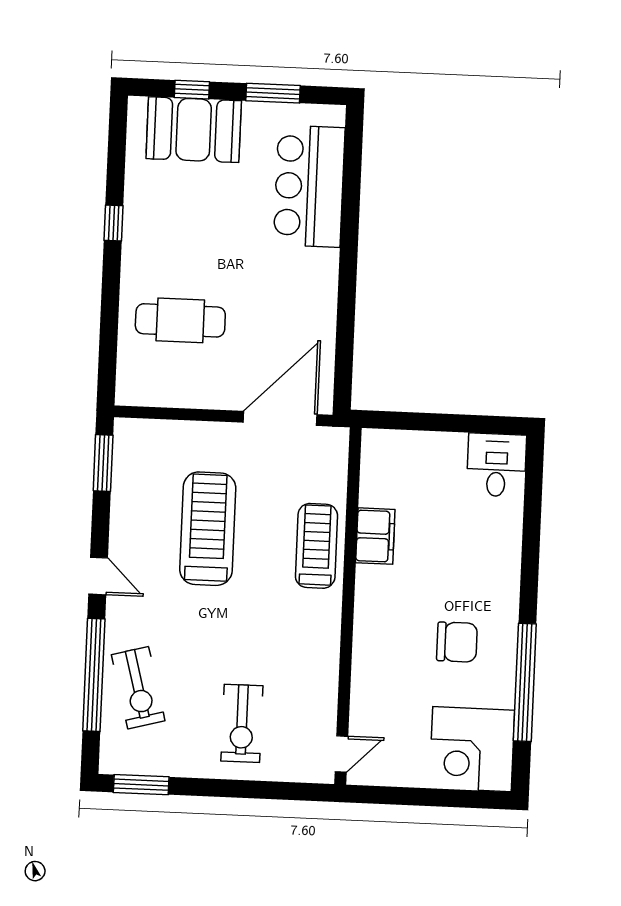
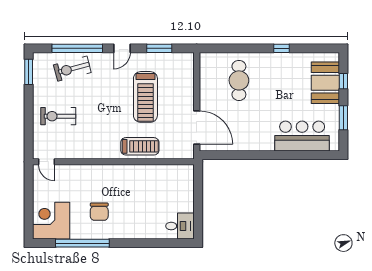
window: (103, 463) -> (159, 48), moved
treadmill: (208, 529) -> (145, 97), turned 90
filing cabinet: (375, 536) -> (145, 173), removed

